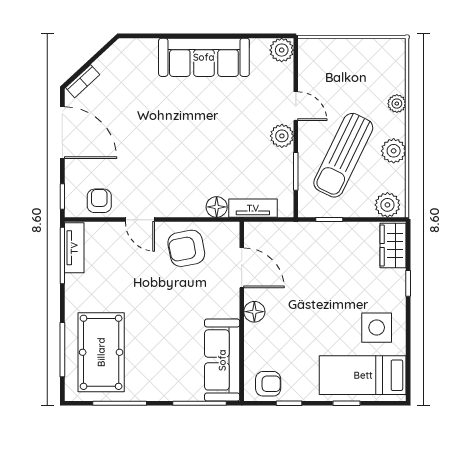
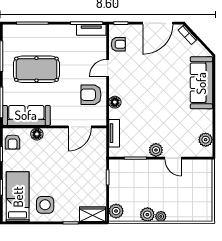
plant: (282, 50) -> (206, 140), moved
sofa: (204, 57) -> (201, 83), moved
plant: (397, 104) -> (161, 216), moved
door: (296, 106) -> (173, 158), hinge flipped
sun lounger: (343, 155) -> (145, 185), removed
floor lamp: (217, 207) -> (115, 102), moved
armchair: (186, 248) -> (91, 95), turned -79
floor lamp: (254, 312) -> (37, 134), moved
pool table: (101, 352) -> (36, 69), moved

